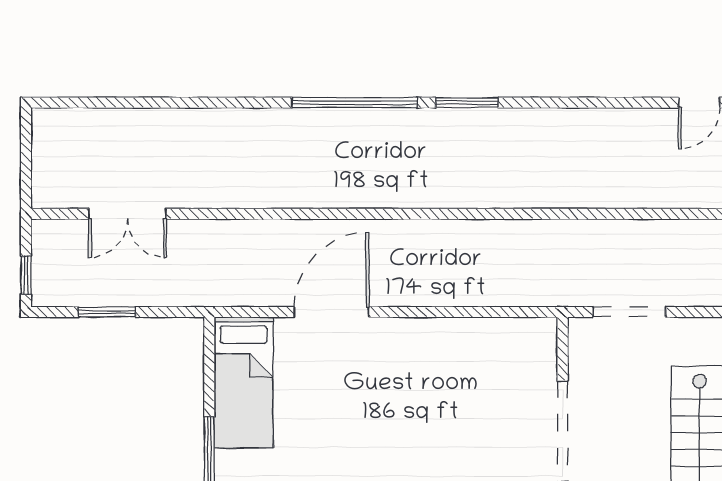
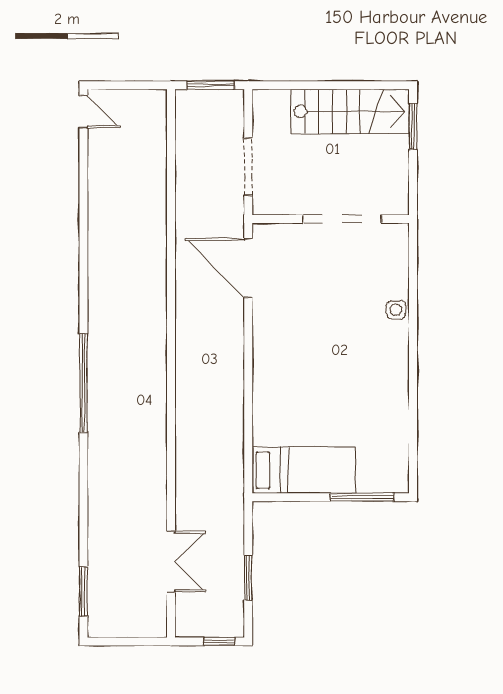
window: (467, 103) -> (83, 591), moved
door: (331, 312) -> (248, 268), moved

